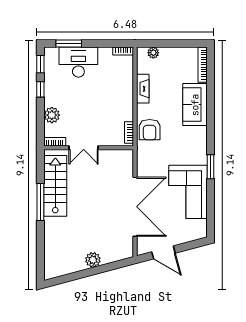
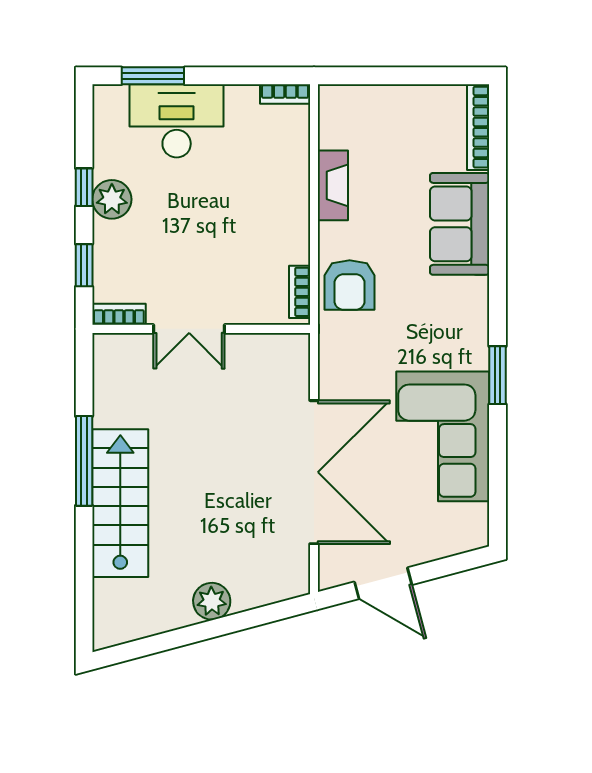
plant: (153, 53) -> (359, 98), removed
window: (40, 64) -> (84, 265), moved
plant: (52, 115) -> (112, 199), moved
stairs: (55, 186) -> (120, 503), moved

